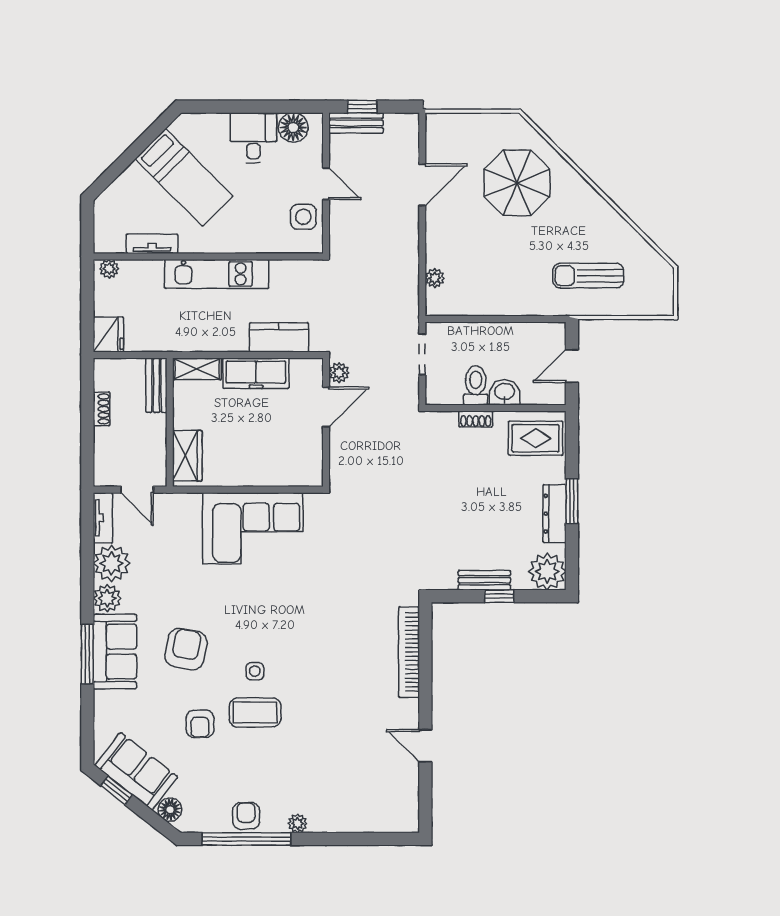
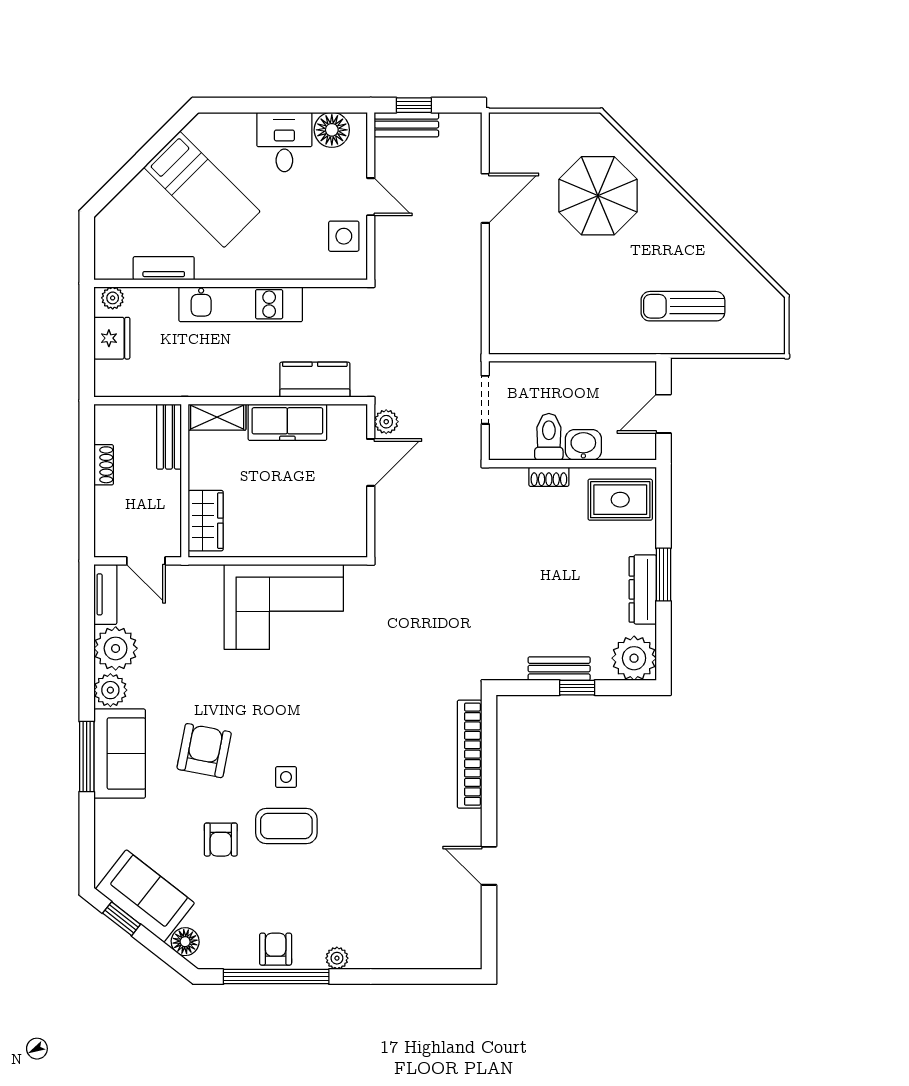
plant: (435, 278) -> (500, 309), removed
fridge: (108, 335) -> (112, 338), moved

